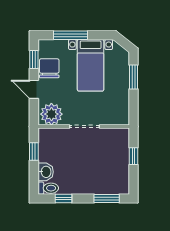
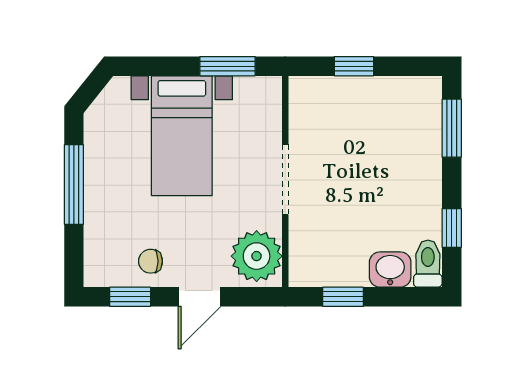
window: (70, 35) -> (74, 184), moved
bed with nightstands: (91, 65) -> (182, 136), moved, turned 90
chair: (49, 68) -> (151, 261), width x0.54, depth x0.54
window: (133, 77) -> (227, 66), moved

